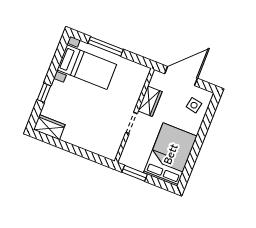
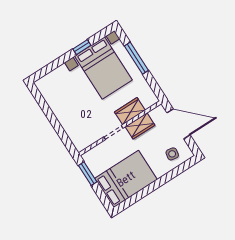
bed with nightstands: (87, 67) -> (103, 68), width x1.36
window: (44, 93) -> (82, 47), moved
wardrobe: (49, 127) -> (130, 111), moved, turned -90

